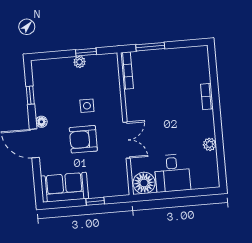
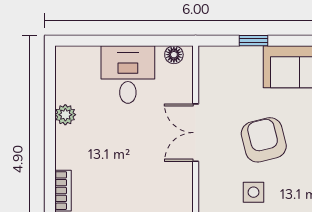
armchair: (83, 139) -> (264, 140), turned -104
floor lamp: (144, 183) -> (174, 55), width x0.53, depth x0.53

